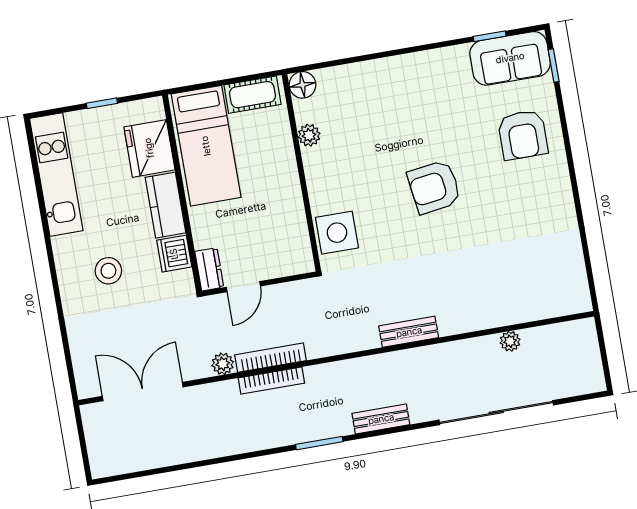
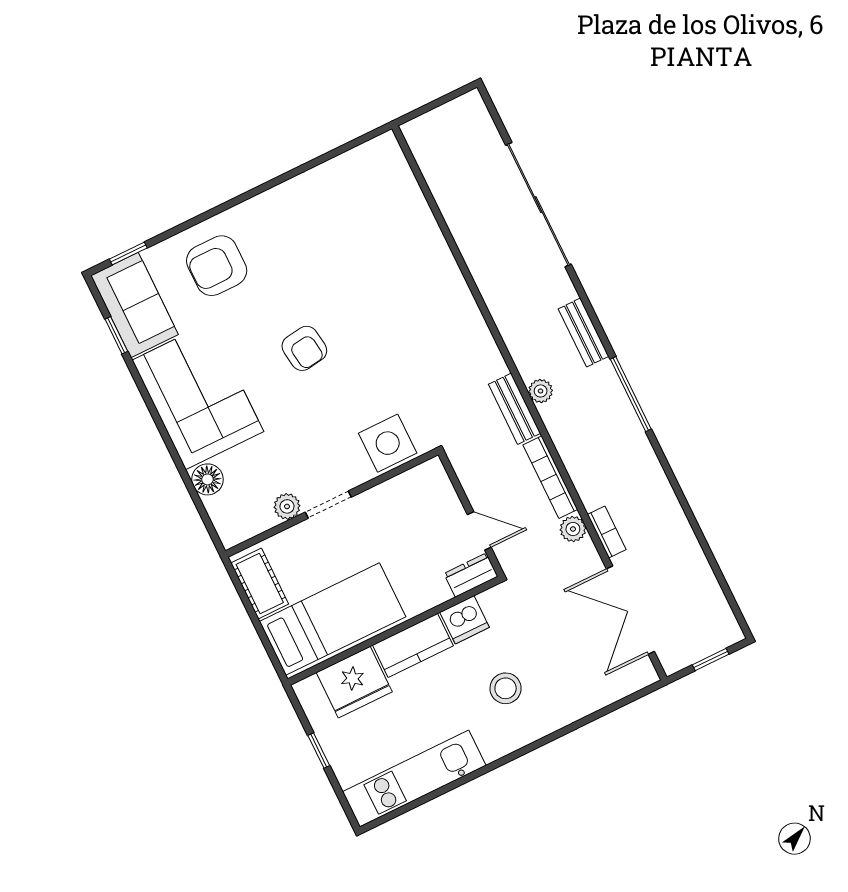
floor lamp: (302, 85) -> (207, 479), moved
corner sofa: (421, 89) -> (198, 396), added
armchair: (523, 135) -> (217, 266), turned 180
doorway: (301, 169) -> (328, 505), added
armchair: (434, 187) -> (304, 348), width x0.72, depth x0.72
bench: (409, 332) -> (515, 409), moved
plant: (510, 341) -> (541, 391), moved
bookcase: (271, 380) -> (607, 532), moved, width x0.64
window: (319, 443) -> (631, 394), width x1.44
window: (83, 445) -> (711, 659), added

